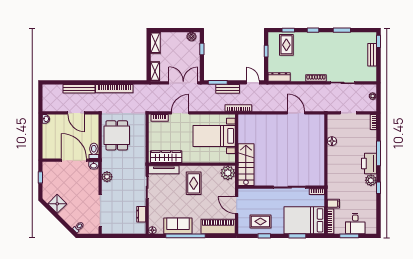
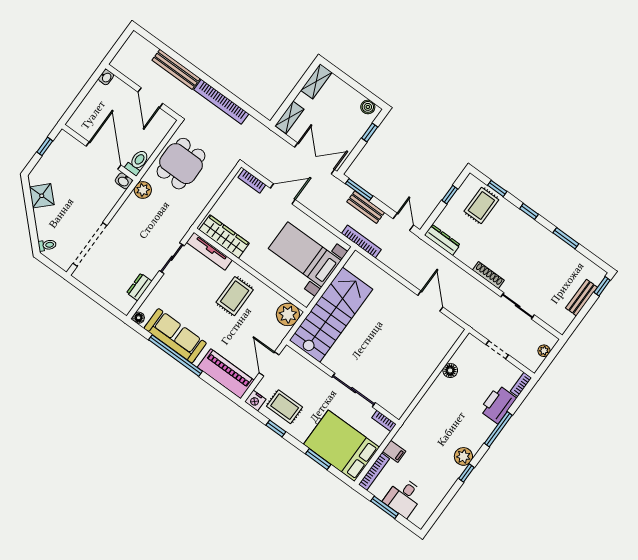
printer: (369, 163) -> (498, 404), moved
stairs: (246, 165) -> (331, 315), width x1.36, depth x1.51
plant: (107, 177) -> (143, 190), moved
sofa: (178, 226) -> (175, 336), width x1.36
nightstand: (243, 229) -> (255, 400), added

